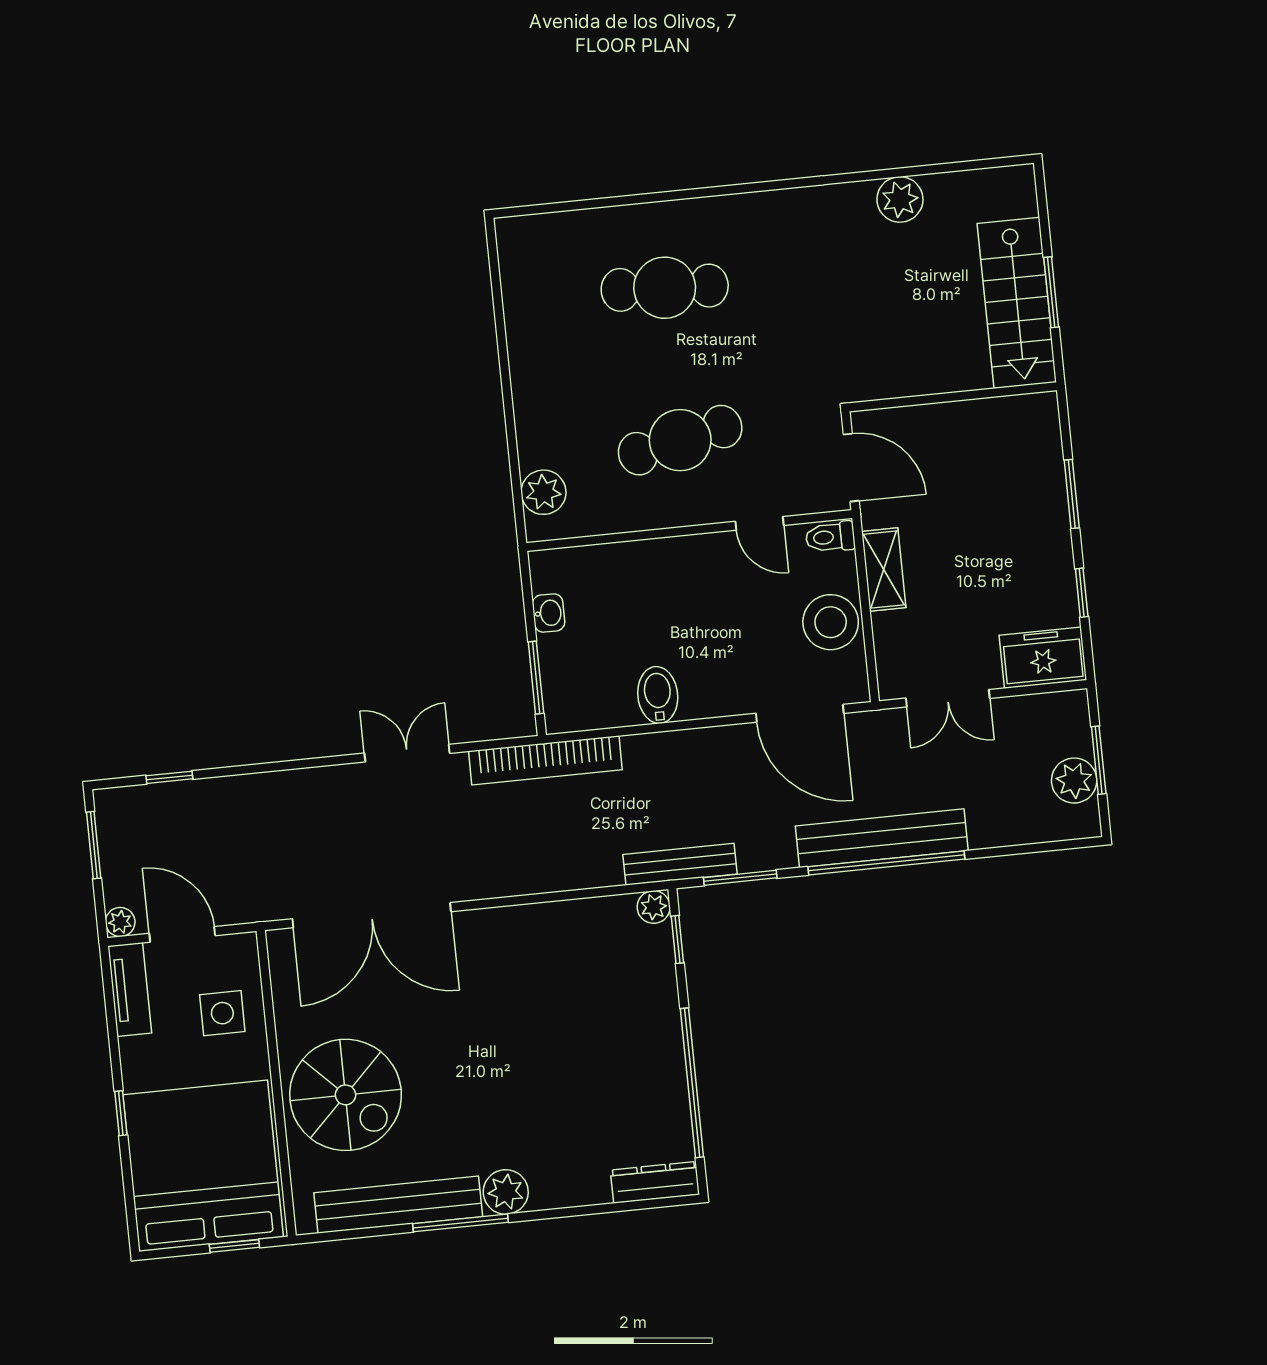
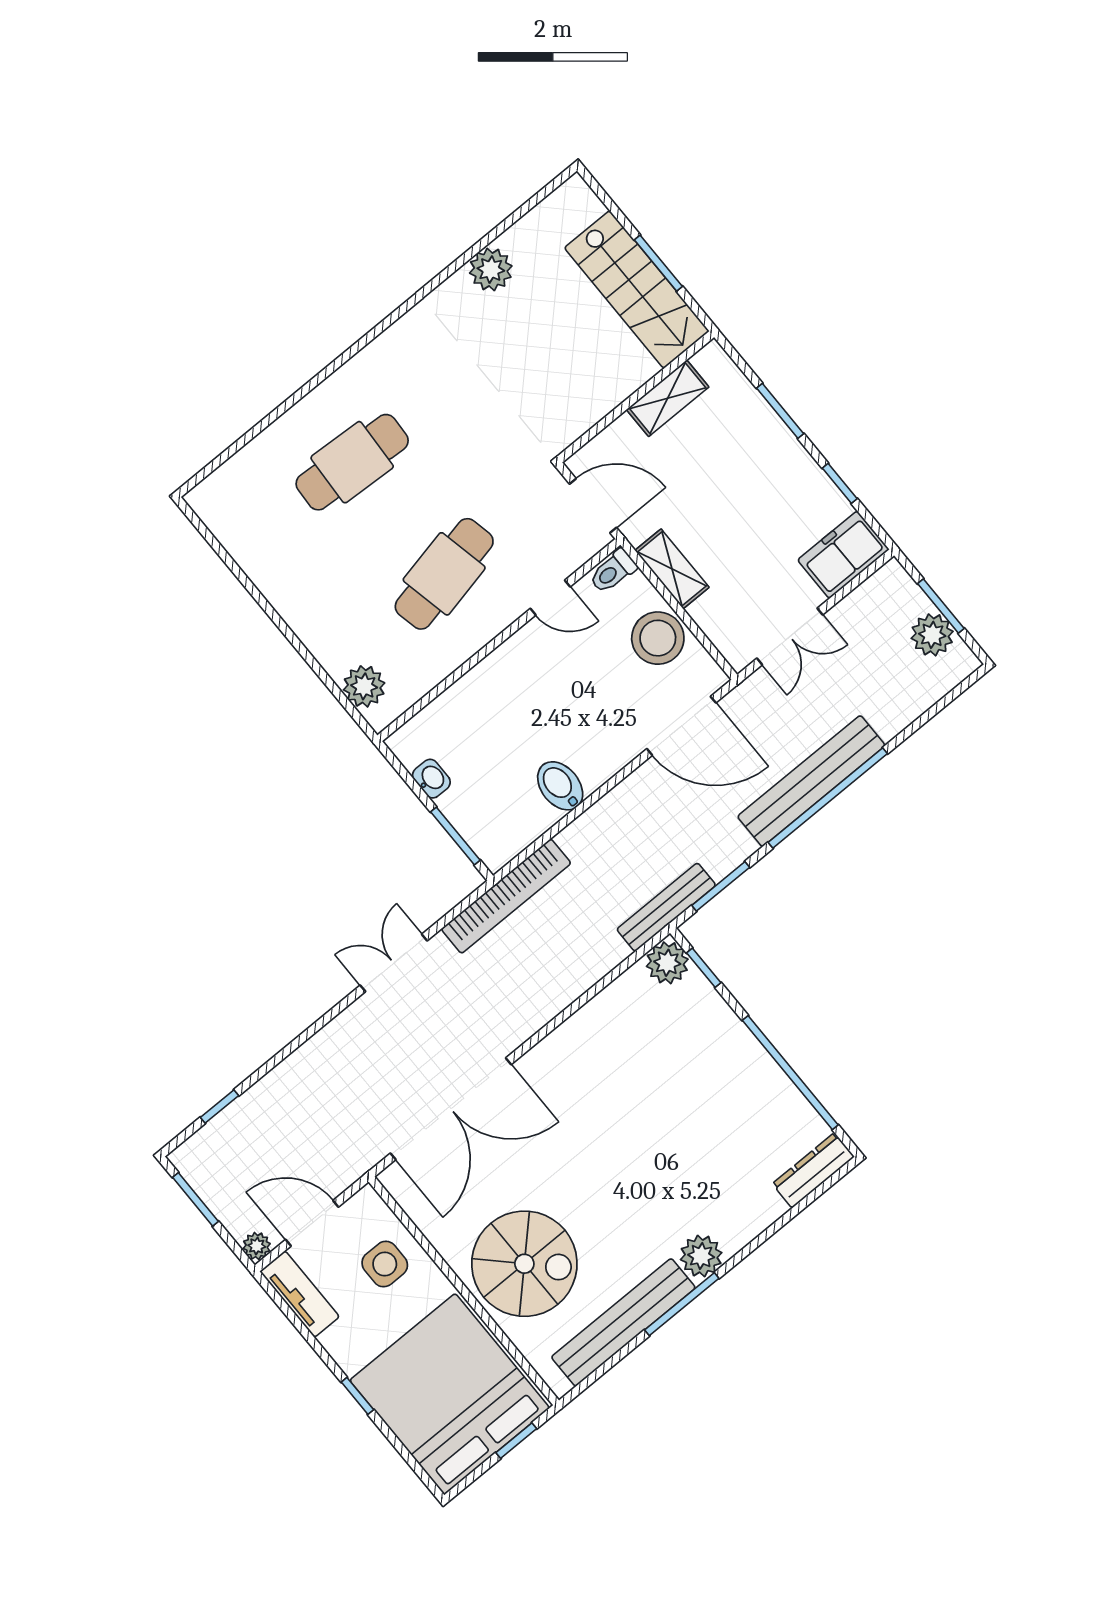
shelving: (980, 417) -> (668, 398), added
plant: (654, 907) -> (667, 963), width x1.38, depth x1.38

